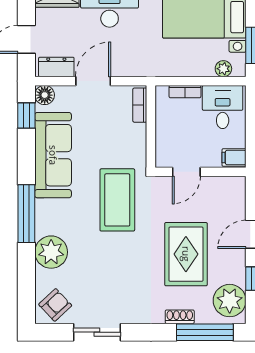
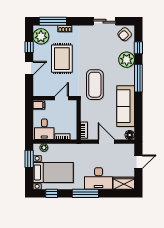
dresser: (56, 67) -> (124, 148), removed
door: (93, 81) -> (106, 142), swing flipped
window: (26, 116) -> (138, 48), moved

